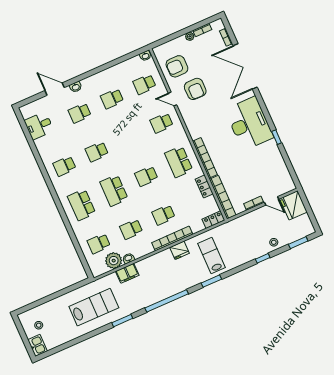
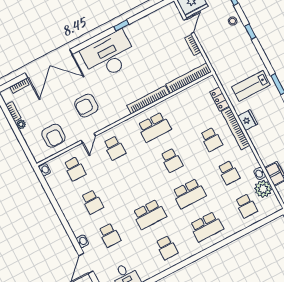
armchair: (195, 89) -> (86, 106), moved, turned 180
school desk: (97, 152) -> (149, 214), width x1.85
locker: (204, 186) -> (178, 98), removed
locker: (213, 220) -> (220, 99), moved

